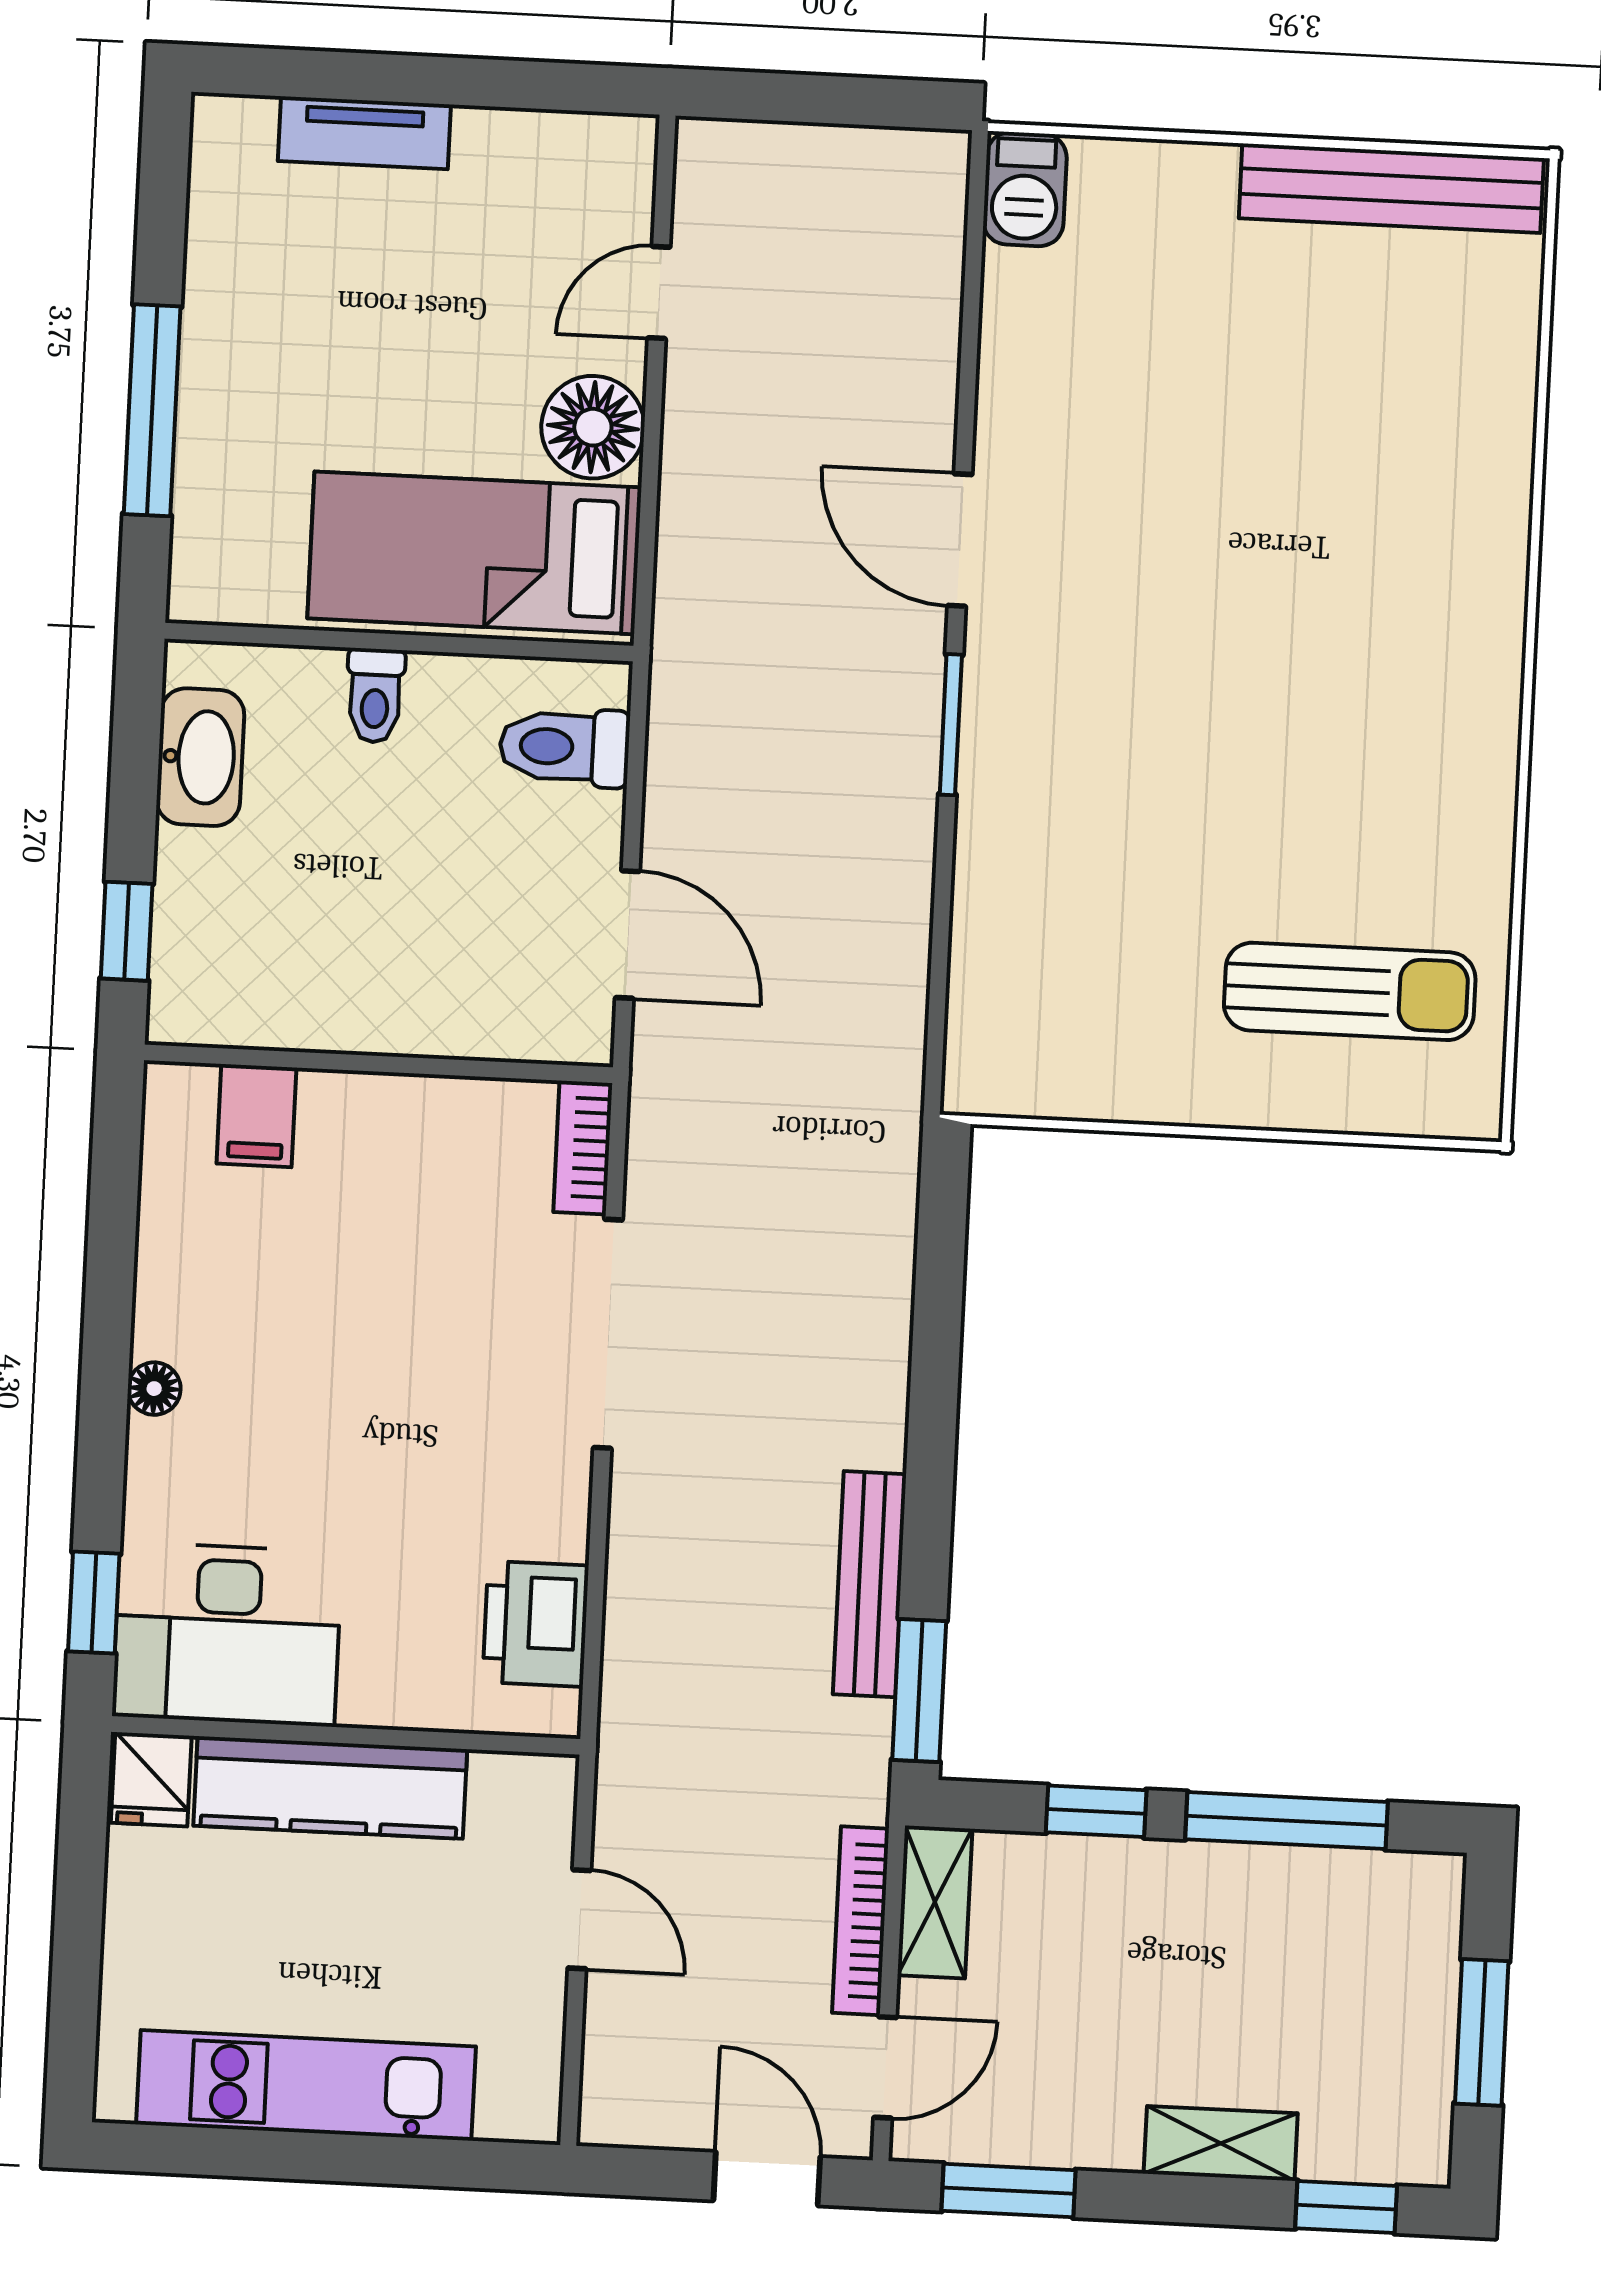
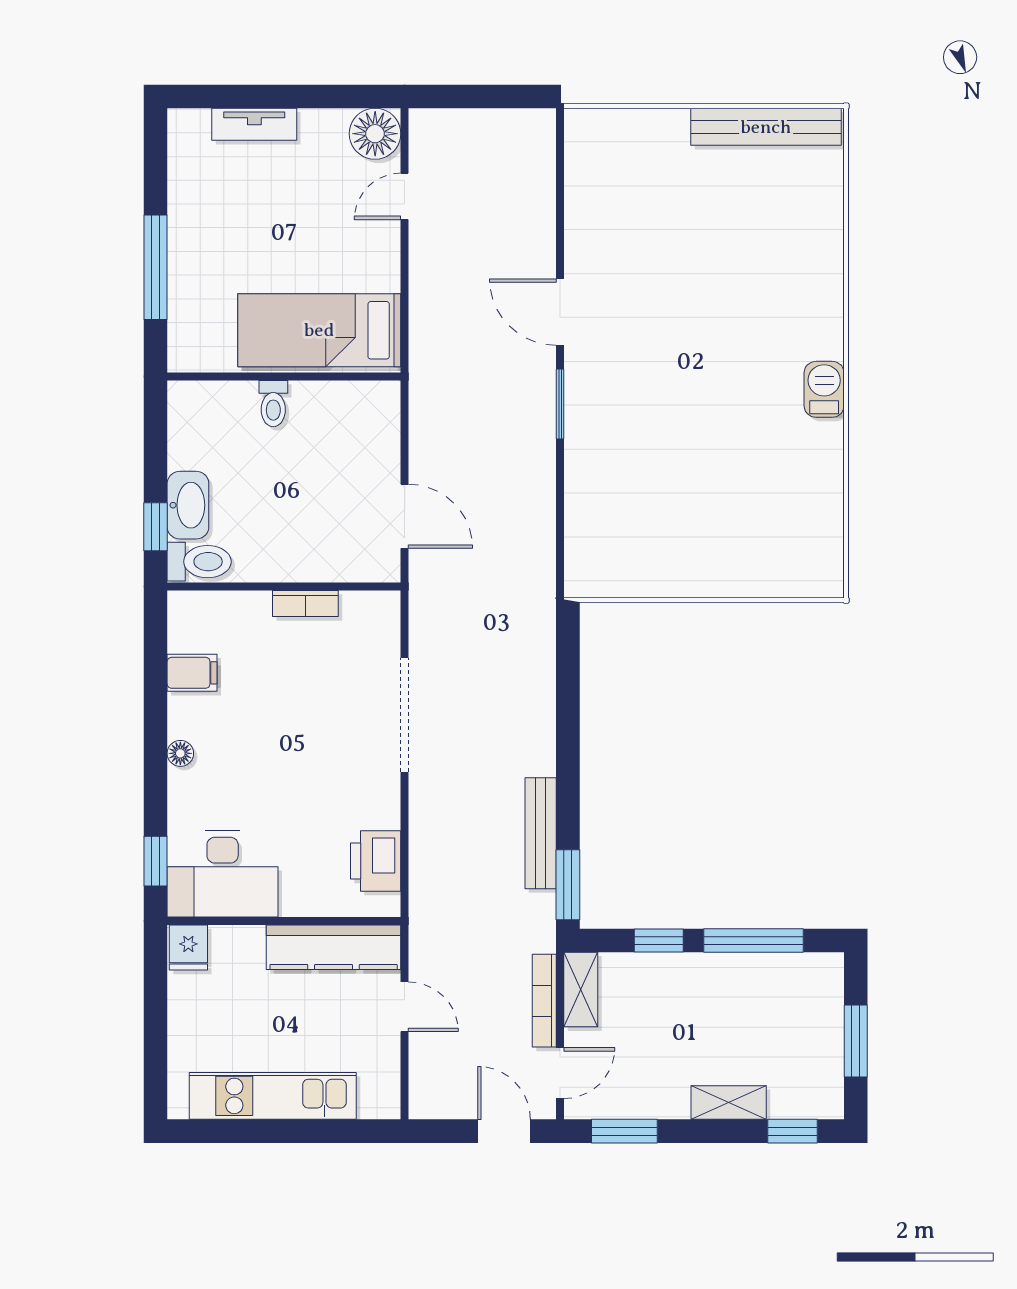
barbecue: (1025, 189) -> (824, 389), moved, turned 180
floor lamp: (593, 427) -> (375, 134), moved
toilet: (565, 747) -> (199, 562), moved, turned 180
washbasin: (200, 757) -> (188, 505), moved
sun lounger: (1350, 991) -> (765, 527), removed
filing cabinet: (256, 1116) -> (192, 673), moved, turned -90
bookcase: (583, 1148) -> (305, 604), moved, turned -90
kitchen counter: (330, 1787) -> (334, 947), moved

